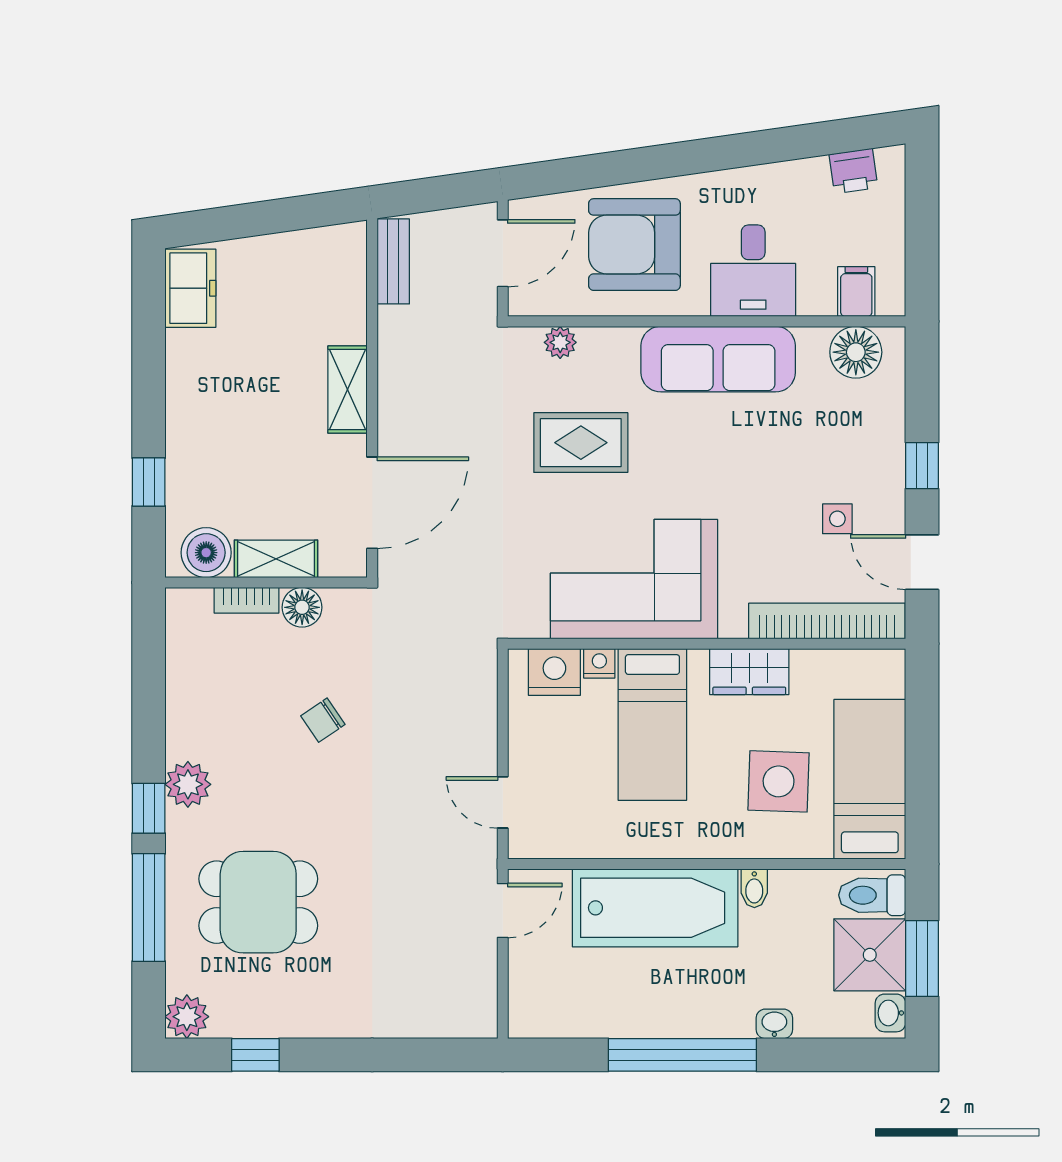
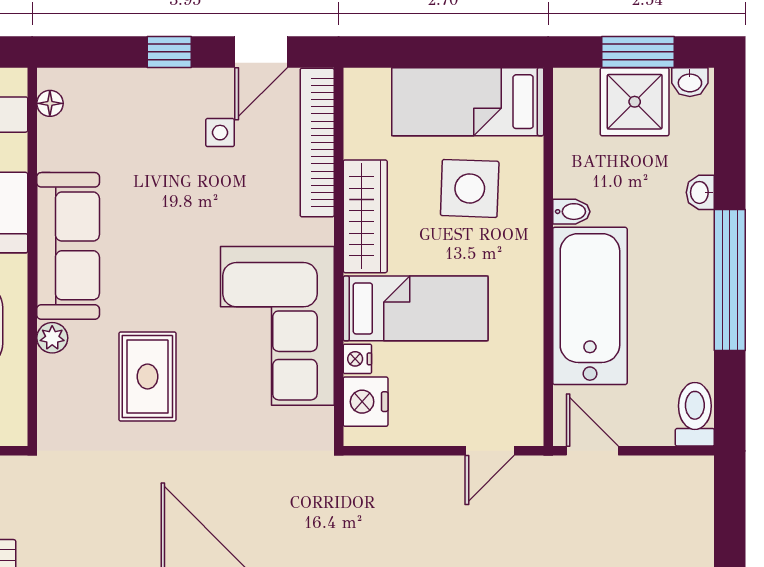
plant: (560, 342) -> (52, 338), moved
floor lamp: (856, 352) -> (50, 103), width x0.53, depth x0.53
wardrobe: (749, 672) -> (365, 216), width x1.50
toilet: (872, 895) -> (695, 414), moved, turned 180

